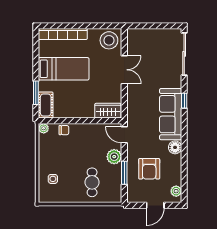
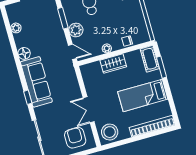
wardrobe: (108, 111) -> (113, 64), moved
plant: (44, 128) -> (107, 48), moved
armchair: (149, 169) -> (75, 138), moved
plant: (176, 191) -> (16, 28), moved

